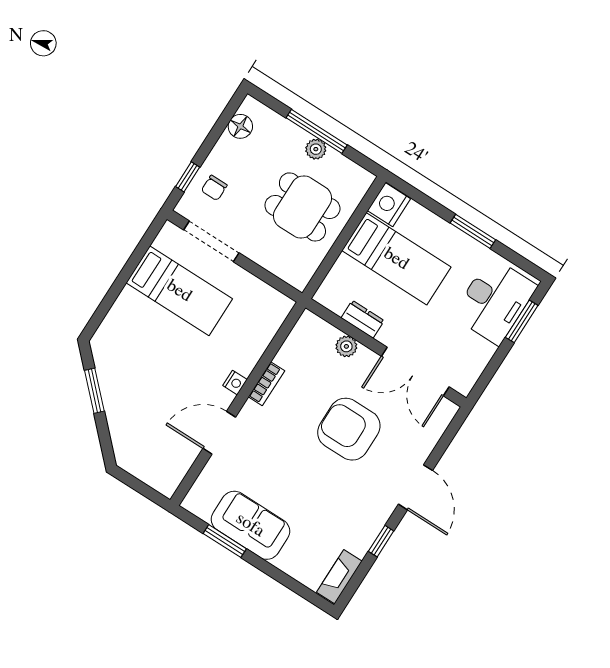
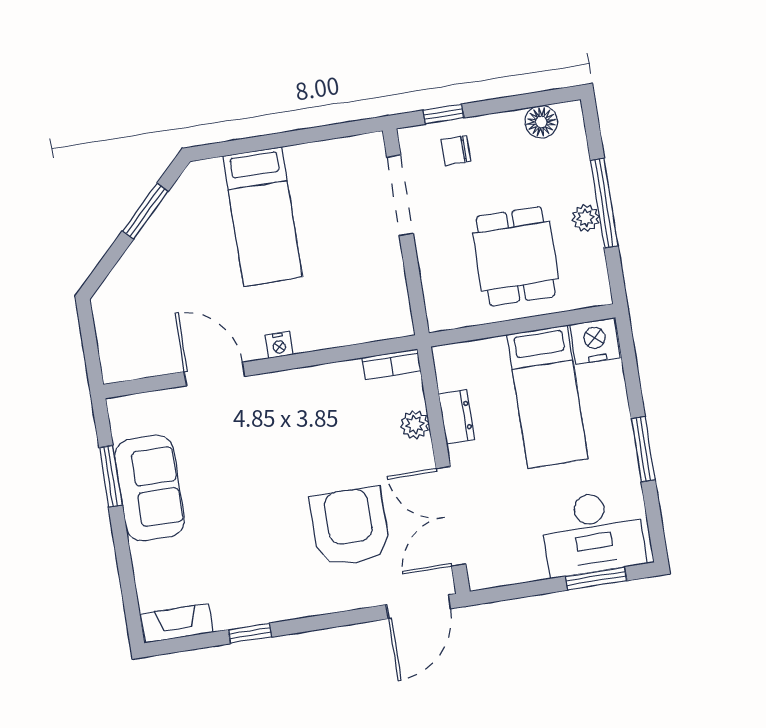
bed: (179, 291) -> (263, 217), moved
bookcase: (266, 384) -> (391, 364), moved
armchair: (349, 429) -> (350, 527), moved
door: (416, 487) -> (418, 607), moved

